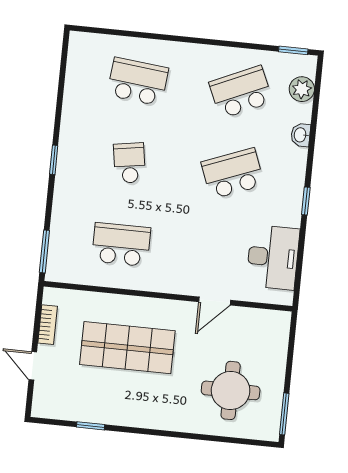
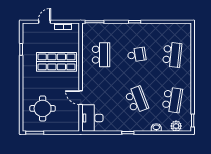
school desk: (241, 92) -> (172, 100), turned 33
desk: (273, 257) -> (92, 118), moved, turned 90
shop shelf: (127, 348) -> (57, 62), turned 90

